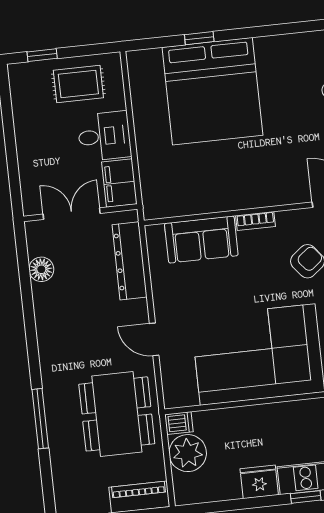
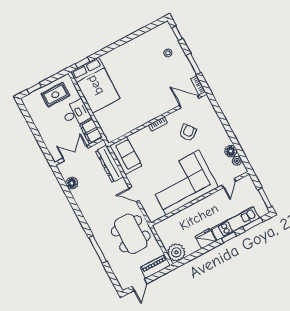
window: (199, 38) -> (83, 63), moved
bed: (212, 91) -> (95, 85), moved, width x0.73
sofa: (201, 239) -> (126, 156), moved, turned -90
dishwasher: (179, 423) -> (160, 227), removed
plant: (188, 453) -> (176, 252), moved

